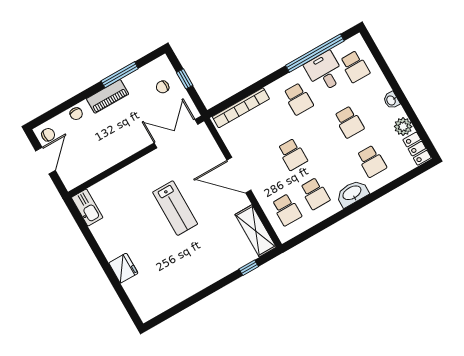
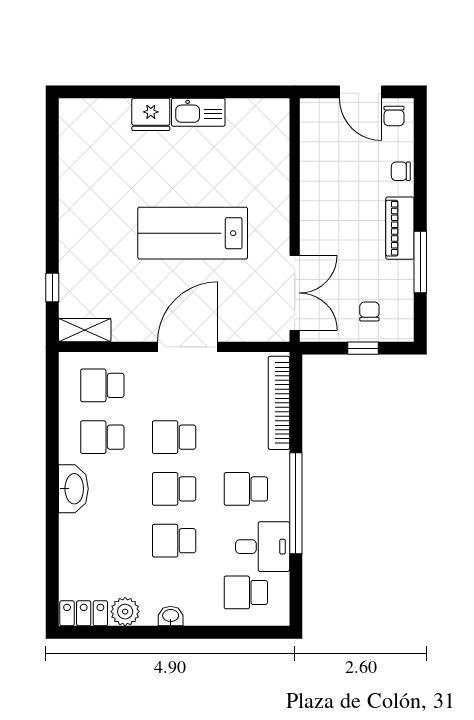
window: (315, 53) -> (296, 503), moved
school desk: (372, 161) -> (174, 489), moved
kitchen sink: (87, 208) -> (198, 112), moved
lab bench: (175, 208) -> (193, 233), width x1.36, depth x1.39
shelving: (256, 231) -> (85, 330), width x0.67, depth x0.75

